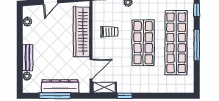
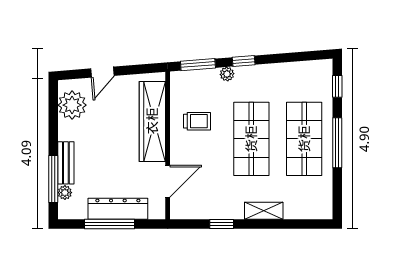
plant: (27, 22) -> (72, 105), width x1.88, depth x1.88
shop shelf: (176, 43) -> (304, 139), width x0.71
window: (20, 68) -> (53, 179), added
shelving: (104, 88) -> (264, 211), moved

